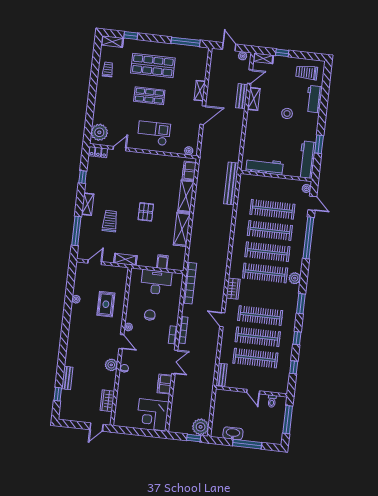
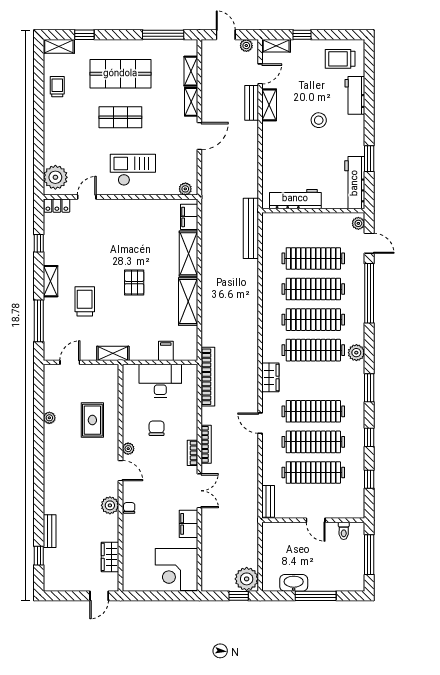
shelving: (202, 69) -> (191, 71), added

